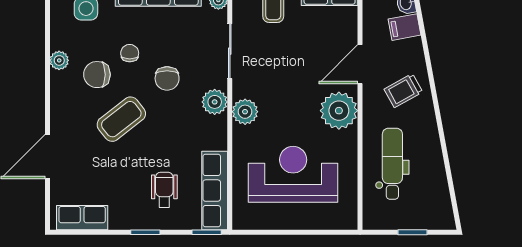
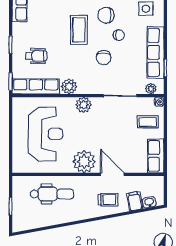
chair: (97, 75) -> (106, 15), turned -90
chair: (167, 78) -> (104, 58), turned -90
trolley: (403, 91) -> (108, 200), moved, turned 119
plant: (215, 102) -> (69, 86), moved
coffee table: (121, 119) -> (79, 30), turned 38

